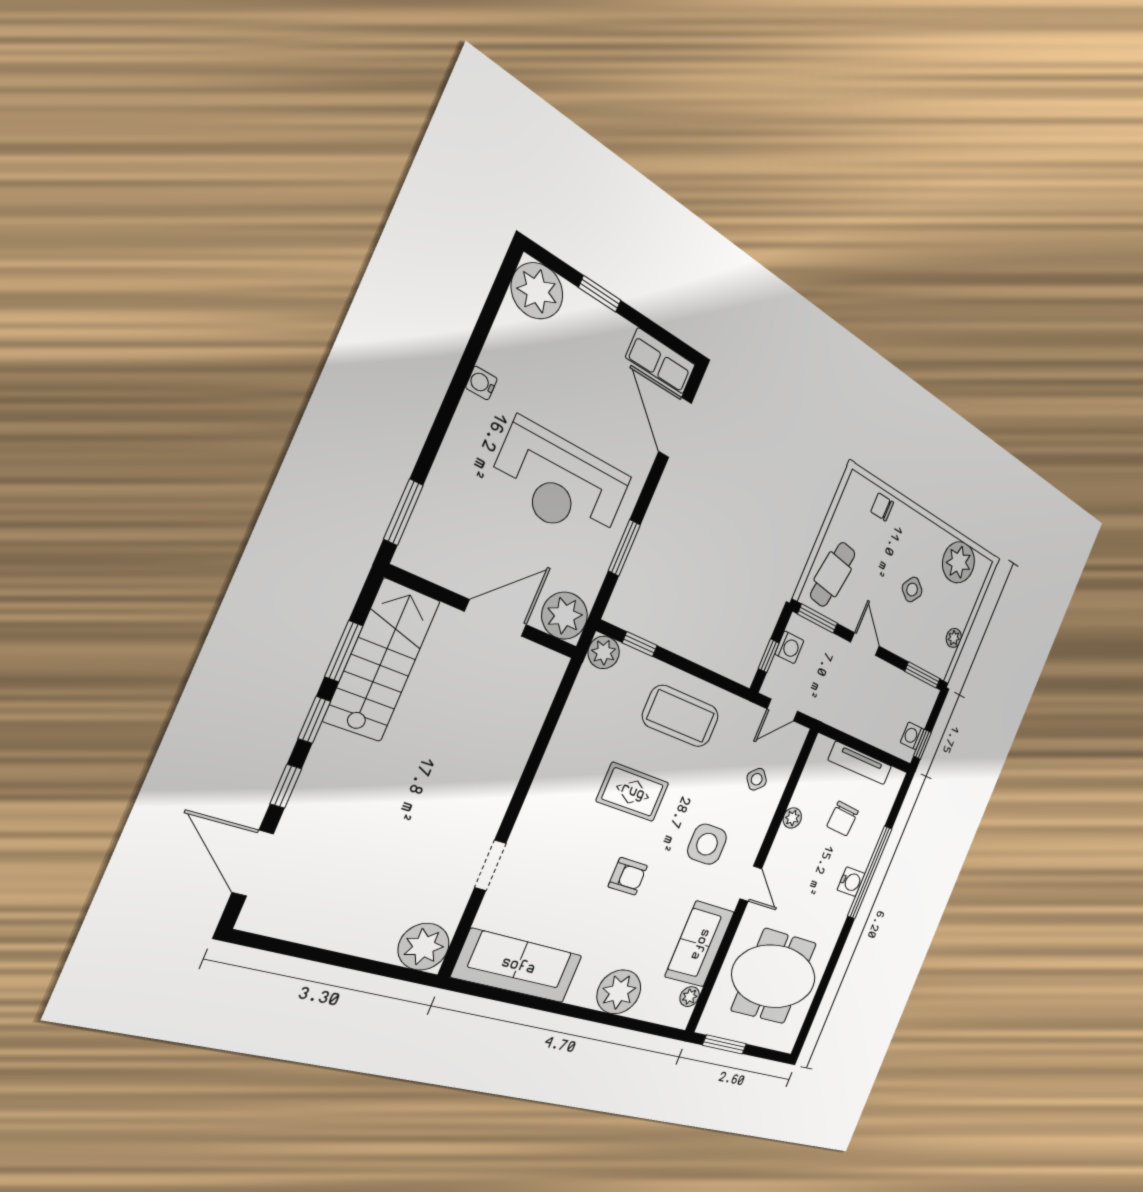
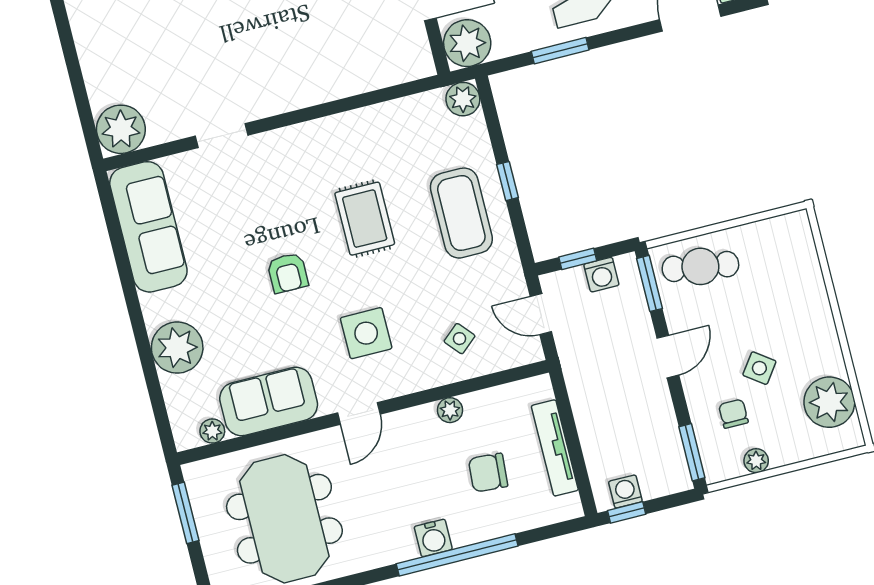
chair: (882, 507) -> (733, 414), moved
window: (640, 644) -> (507, 181), moved

